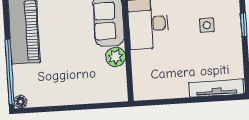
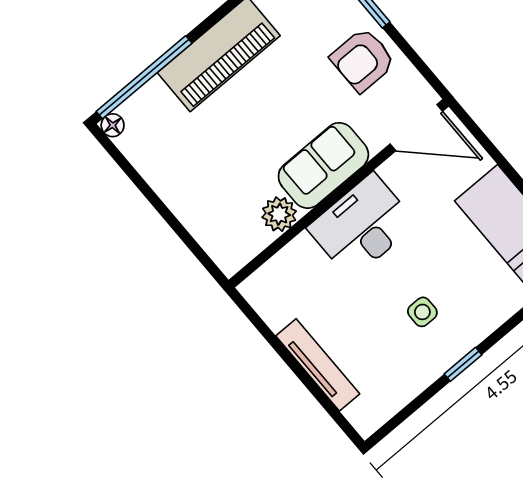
tv unit: (216, 88) -> (318, 365), moved

